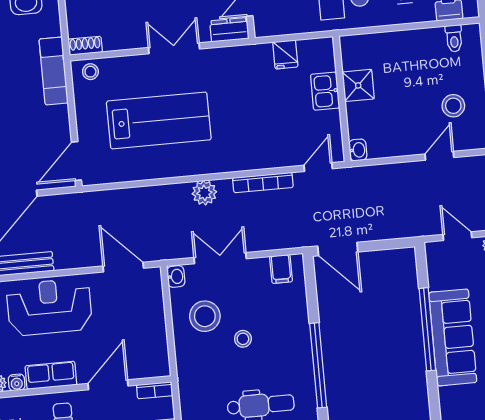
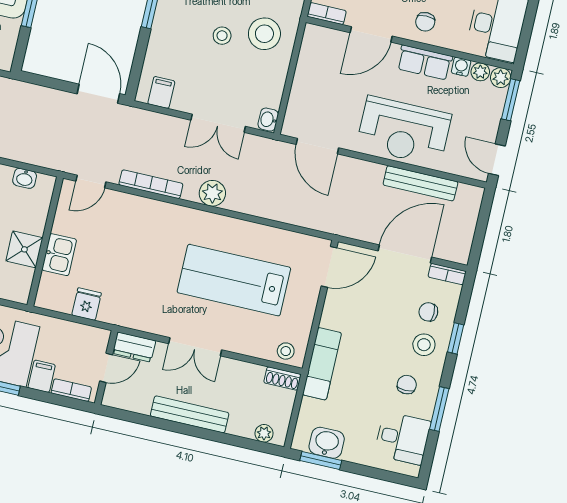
washbasin: (358, 150) -> (25, 178), moved, turned -90
stool: (205, 316) -> (264, 34), moved

